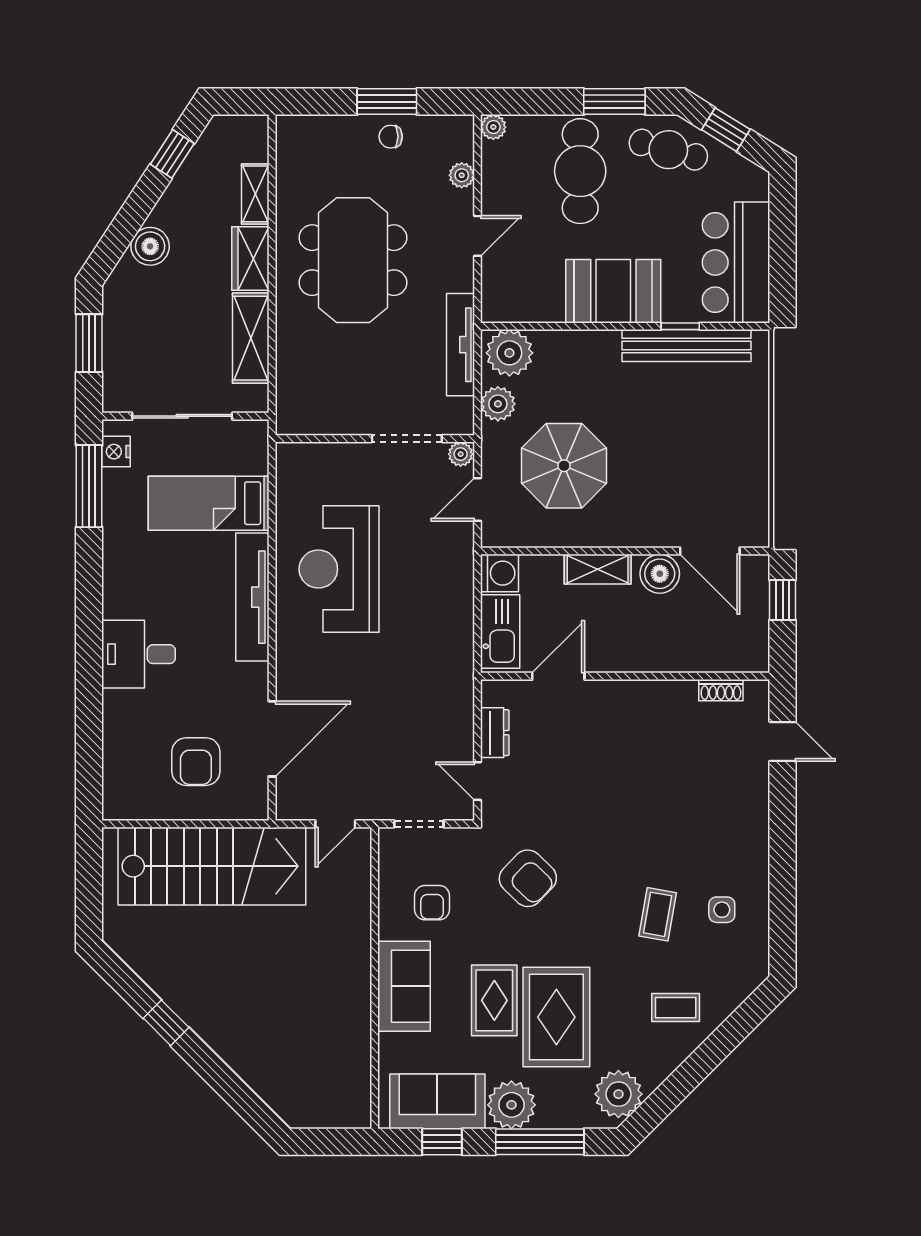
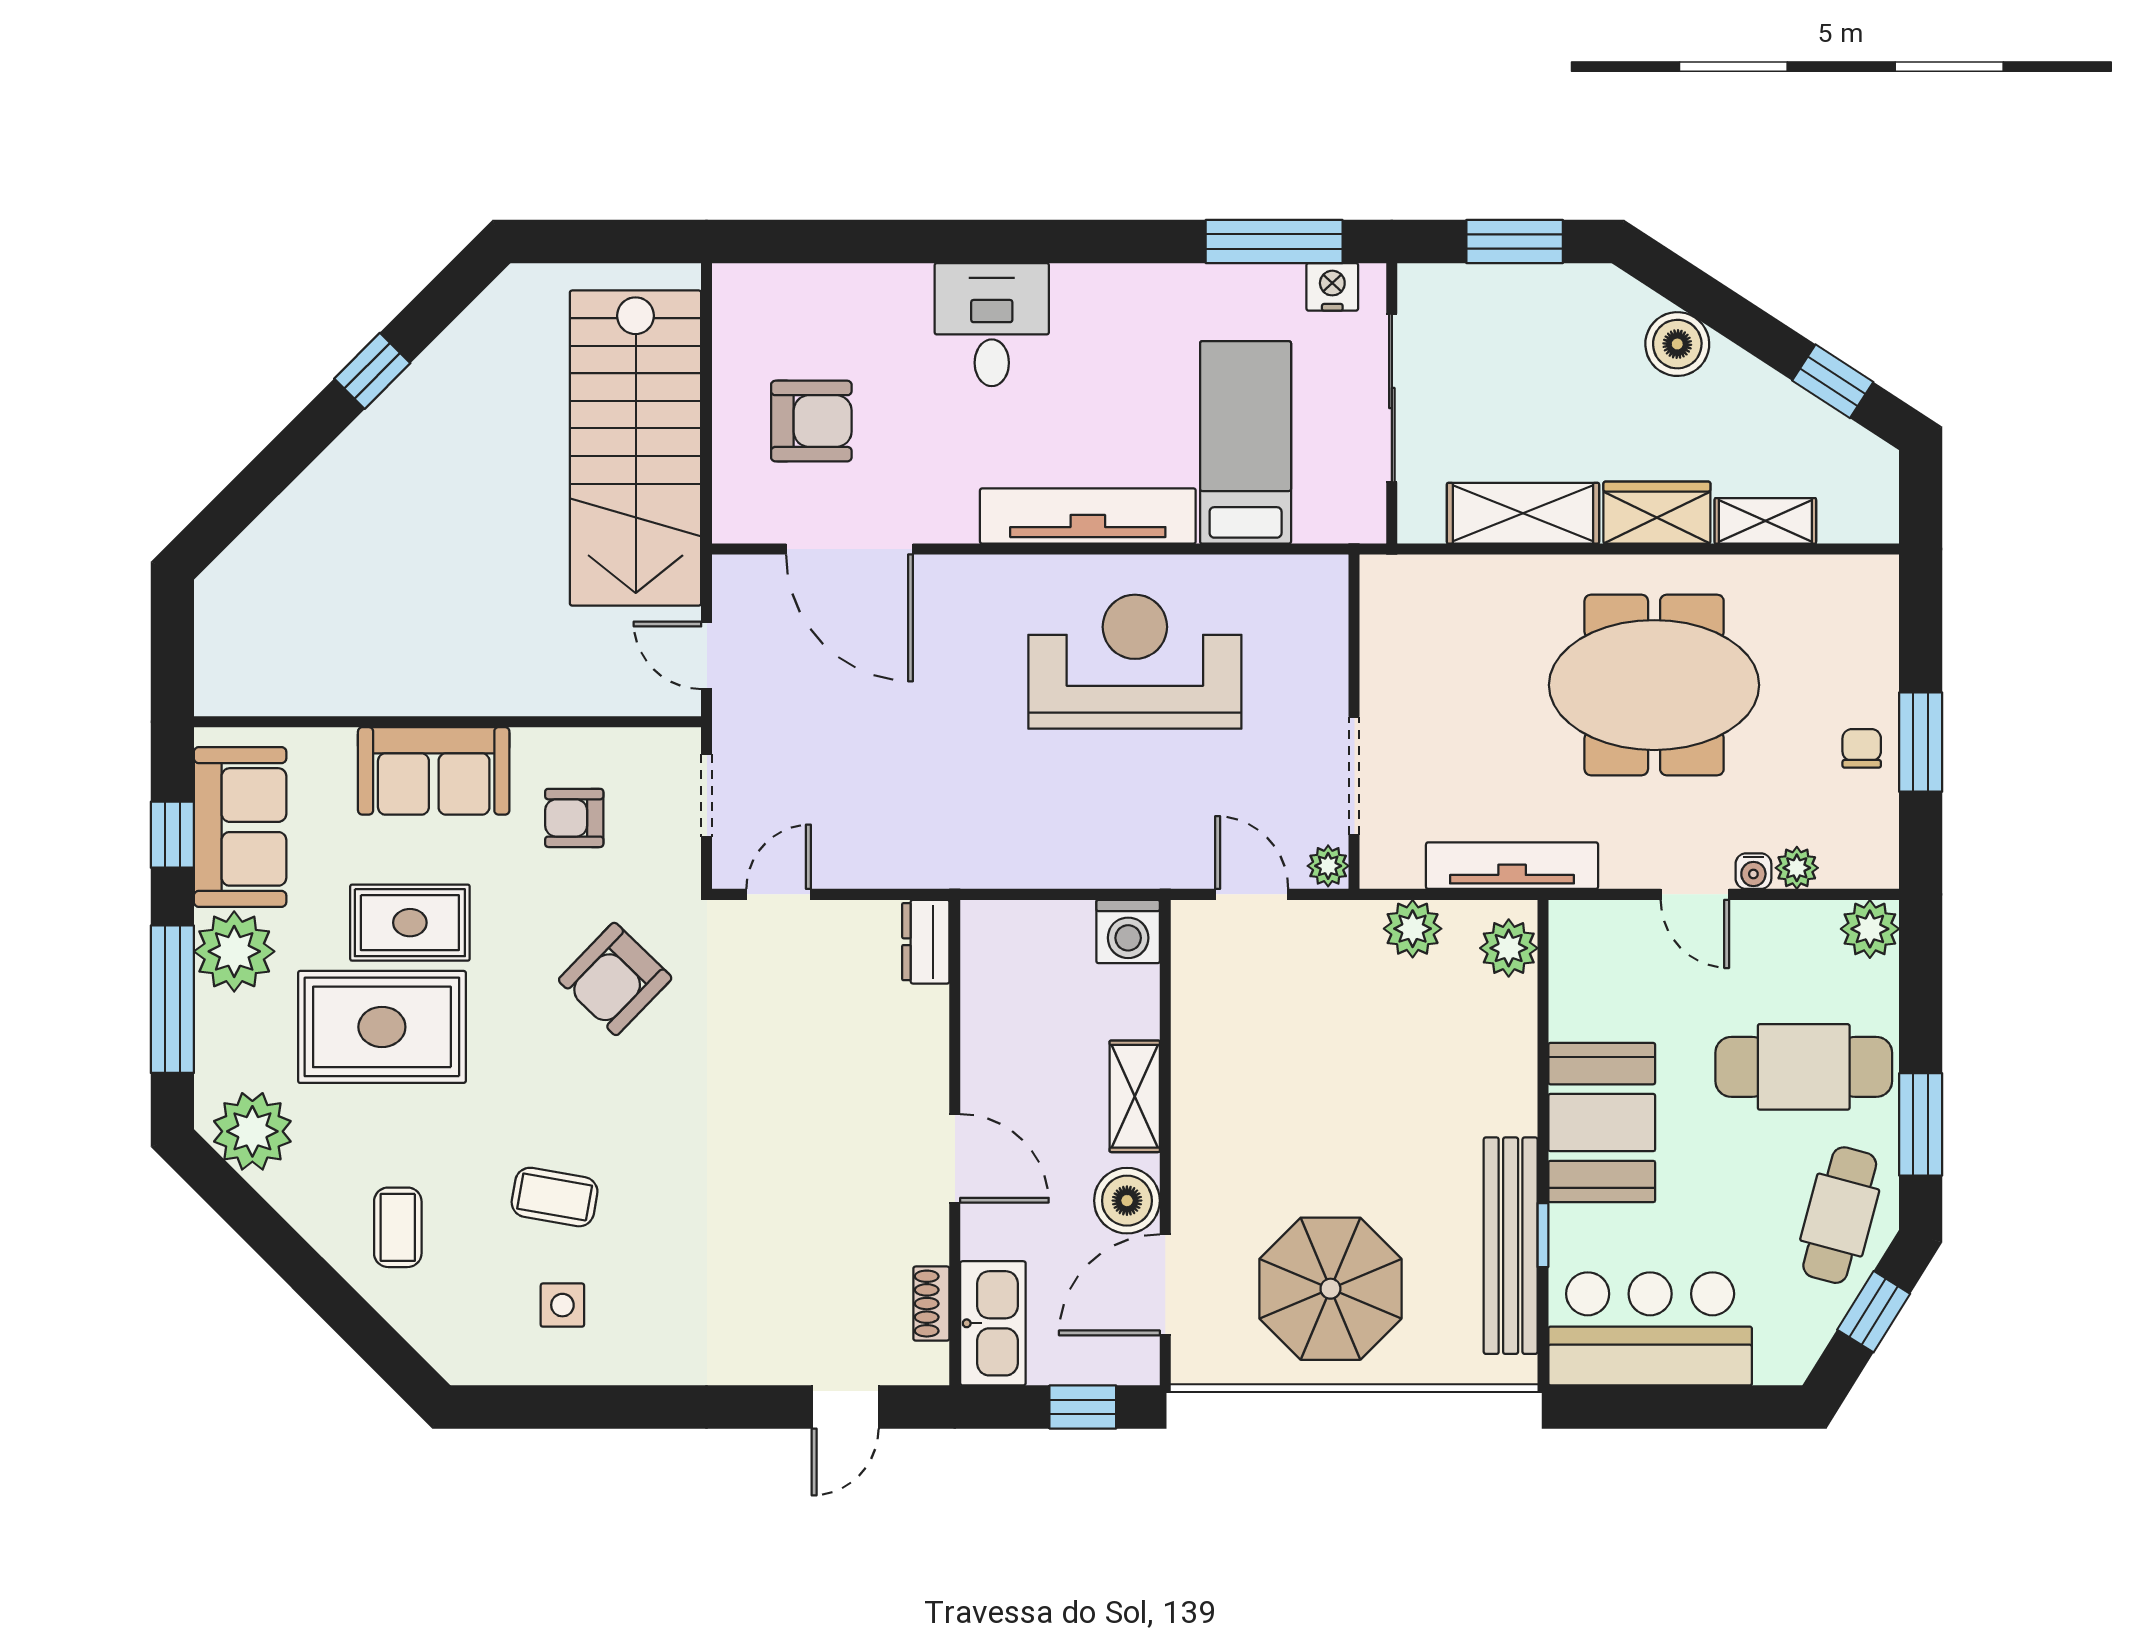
plant: (493, 127) -> (1870, 929), width x1.38, depth x1.38
water cooler: (464, 201) -> (1753, 871), added
plant: (509, 353) -> (1509, 948), width x0.73, depth x0.73
parasol: (564, 466) -> (1330, 1289), moved
kitchen sink: (500, 631) -> (993, 1323), moved, turned -90
door: (558, 676) -> (955, 1158), moved
dresser: (495, 733) -> (926, 942), moved, turned 90
armchair: (196, 762) -> (811, 421), turned 180

